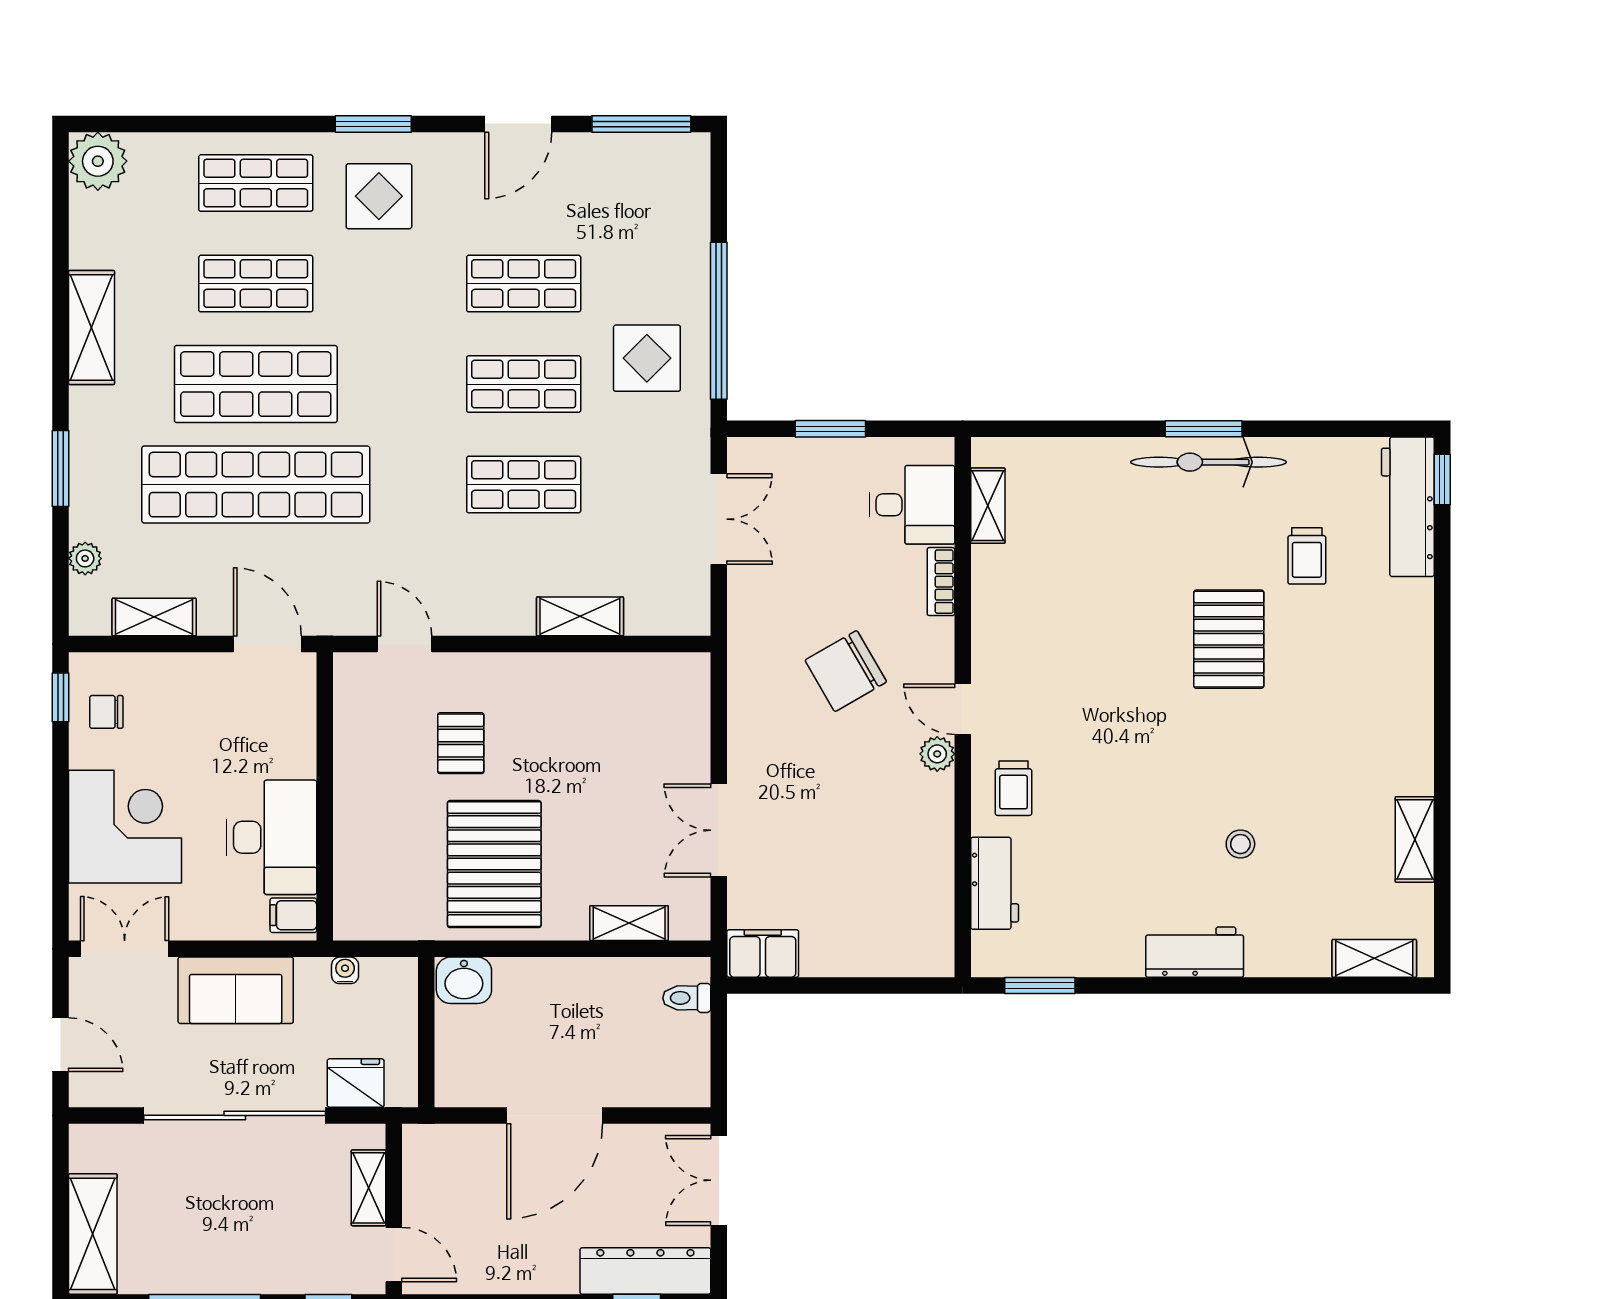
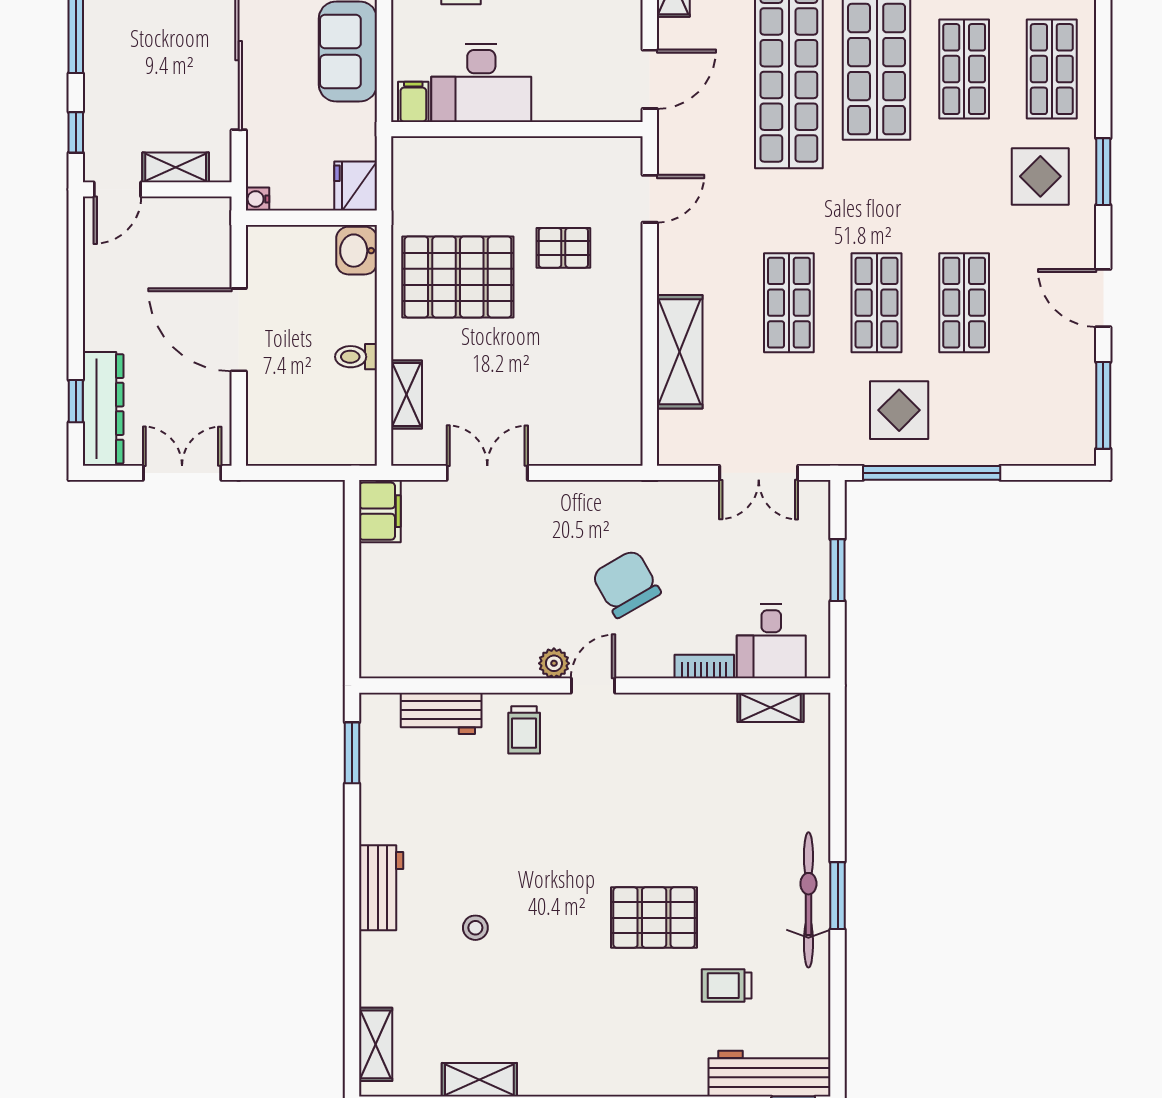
shelving: (580, 616) -> (680, 352), width x1.50, depth x1.33
trolley: (1013, 788) -> (524, 730), turned -90
water cooler: (345, 970) -> (257, 199), moved, turned 180
toilet: (687, 998) -> (356, 357), moved, turned -90
fridge: (356, 1083) -> (356, 186), moved, turned 180

